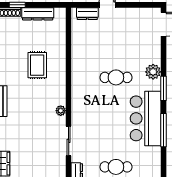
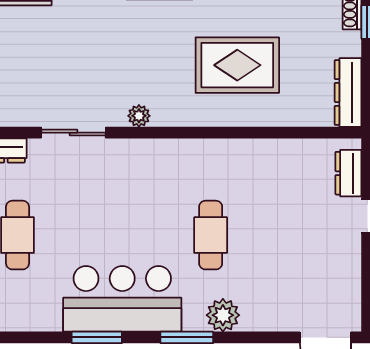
dresser: (38, 14) -> (348, 93), moved
rug: (37, 65) -> (237, 65), width x1.36, depth x1.43
window: (163, 130) -> (97, 337), width x0.69

